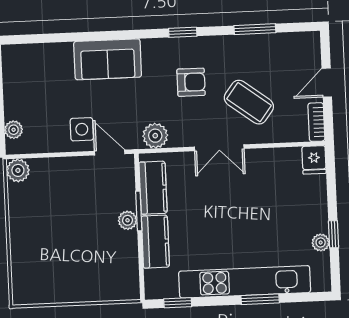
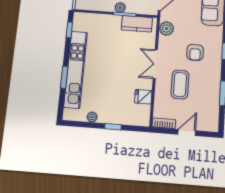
door: (327, 83) -> (187, 133), hinge flipped
coffee table: (249, 102) -> (180, 85), turned -37
fridge: (314, 160) -> (143, 97), moved
window: (333, 234) -> (113, 127), moved
kitchen counter: (155, 242) -> (106, 21), removed

